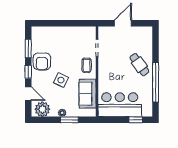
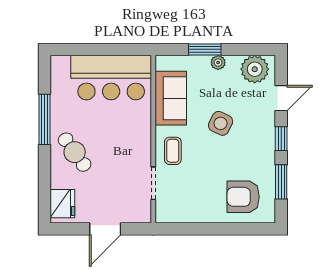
fridge: (146, 37) -> (62, 204), added
armchair: (42, 61) -> (243, 197), moved, turned -90
window: (156, 82) -> (44, 119), width x0.68
door: (28, 94) -> (281, 98), swing flipped
window: (136, 120) -> (82, 49), removed

